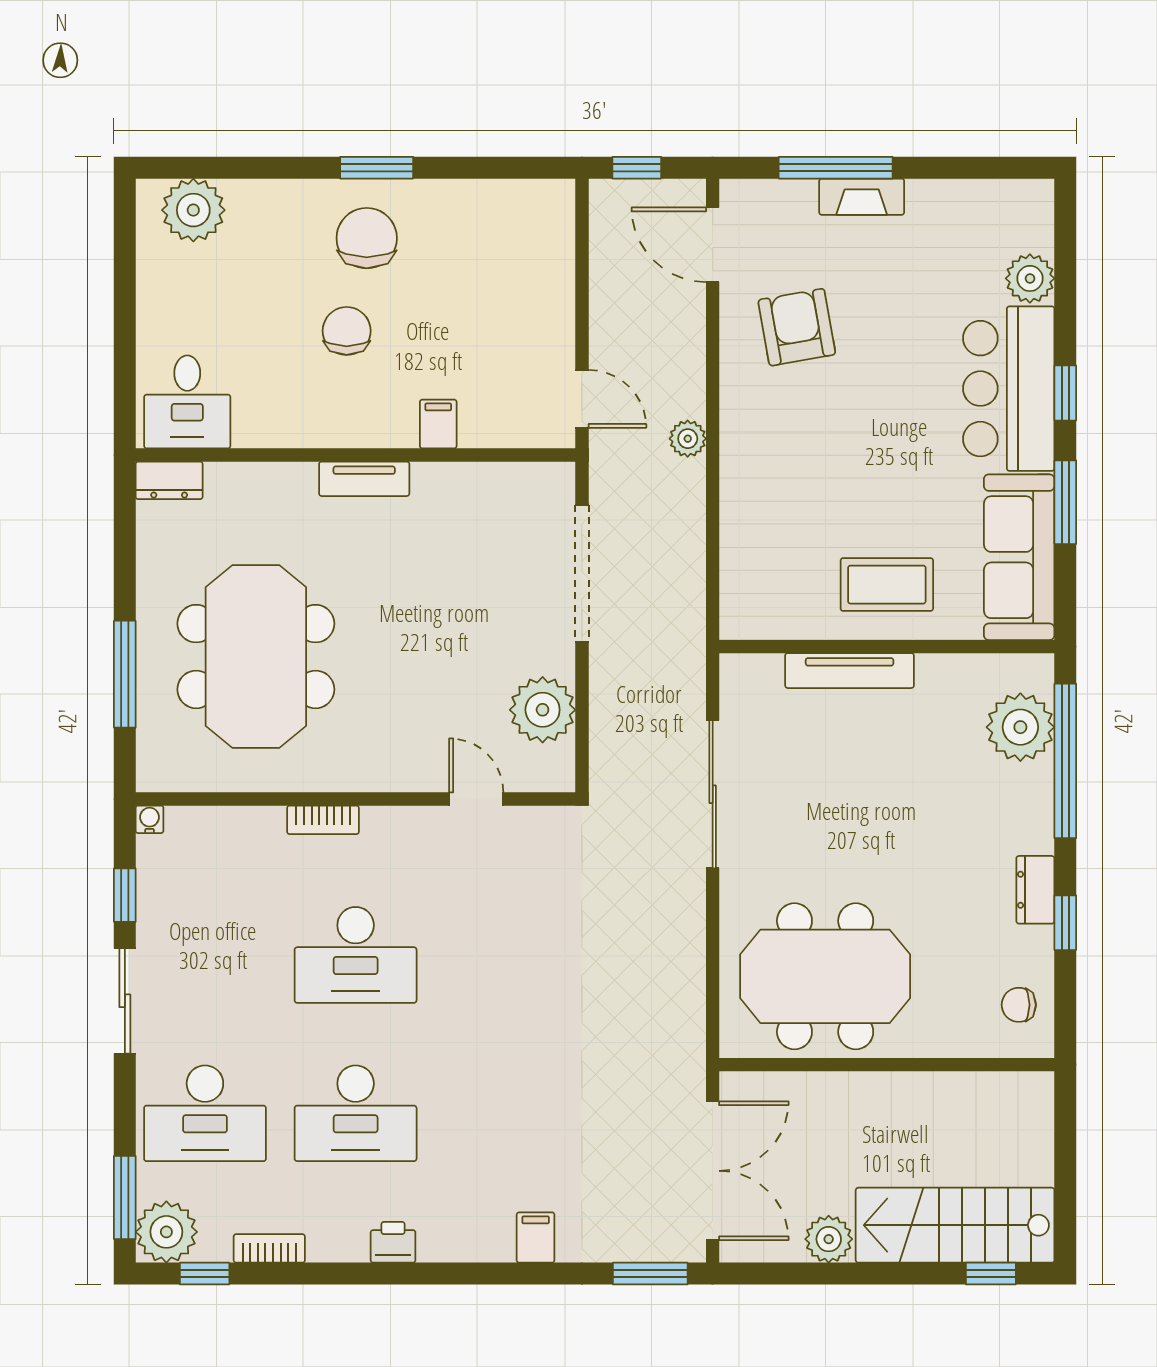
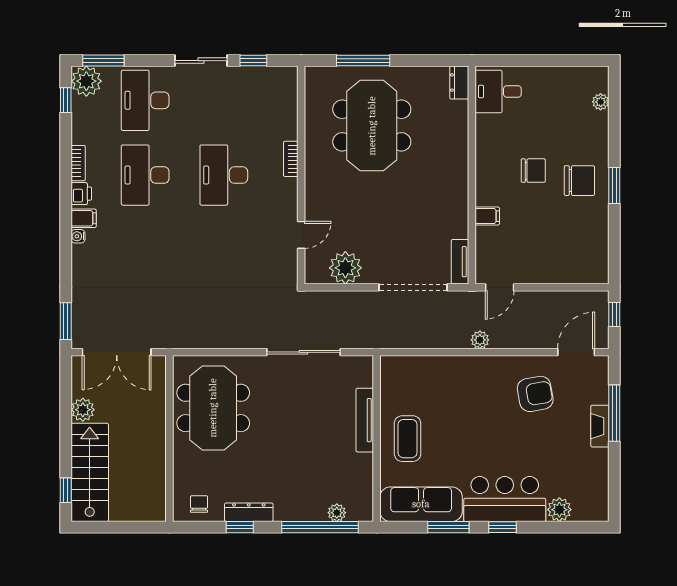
plant: (193, 210) -> (601, 102), width x0.53, depth x0.53
tv unit: (364, 479) -> (460, 262), moved
meeting table: (256, 657) -> (372, 126), turned 90
plant: (1020, 727) -> (337, 513), width x0.53, depth x0.53
water cooler: (150, 819) -> (78, 236), moved, turned 180
dresser: (1035, 890) -> (249, 512), width x1.44
filing cabinet: (536, 1237) -> (84, 218), moved
bookcase: (269, 1248) -> (78, 163), moved

